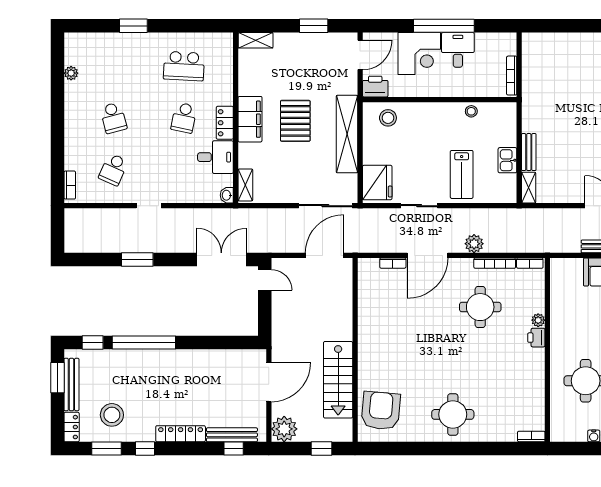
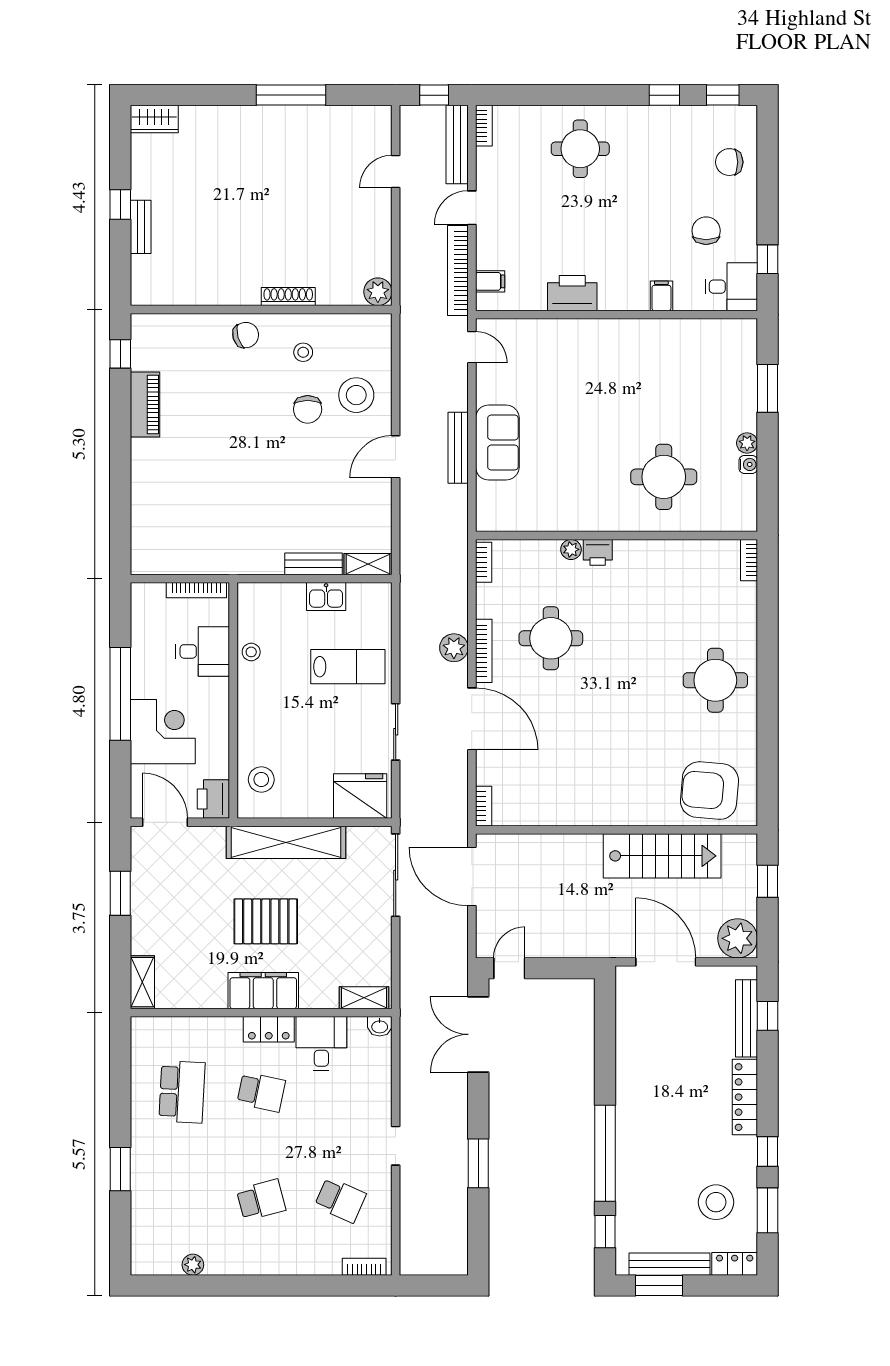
desk: (458, 50) -> (203, 651), moved, turned 180
bookcase: (393, 263) -> (484, 806), moved
bookcase: (495, 263) -> (484, 651), moved

